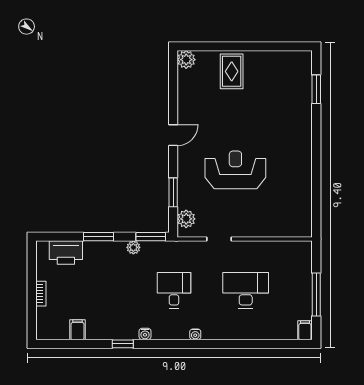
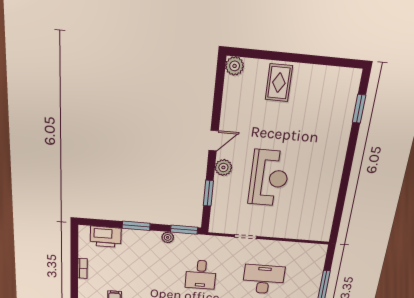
reception desk: (235, 170) -> (269, 178), turned 90
plant: (186, 219) -> (223, 167), moved
desk: (174, 290) -> (201, 275), turned 180

